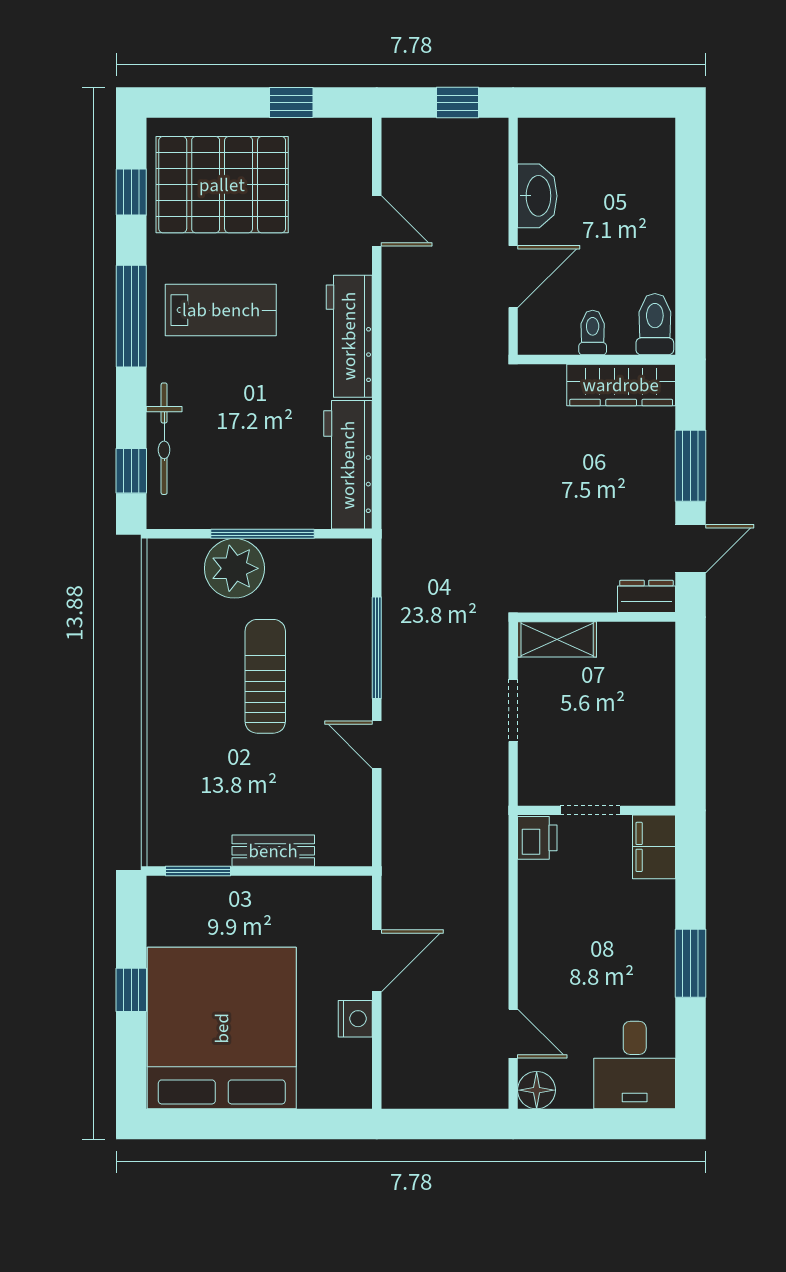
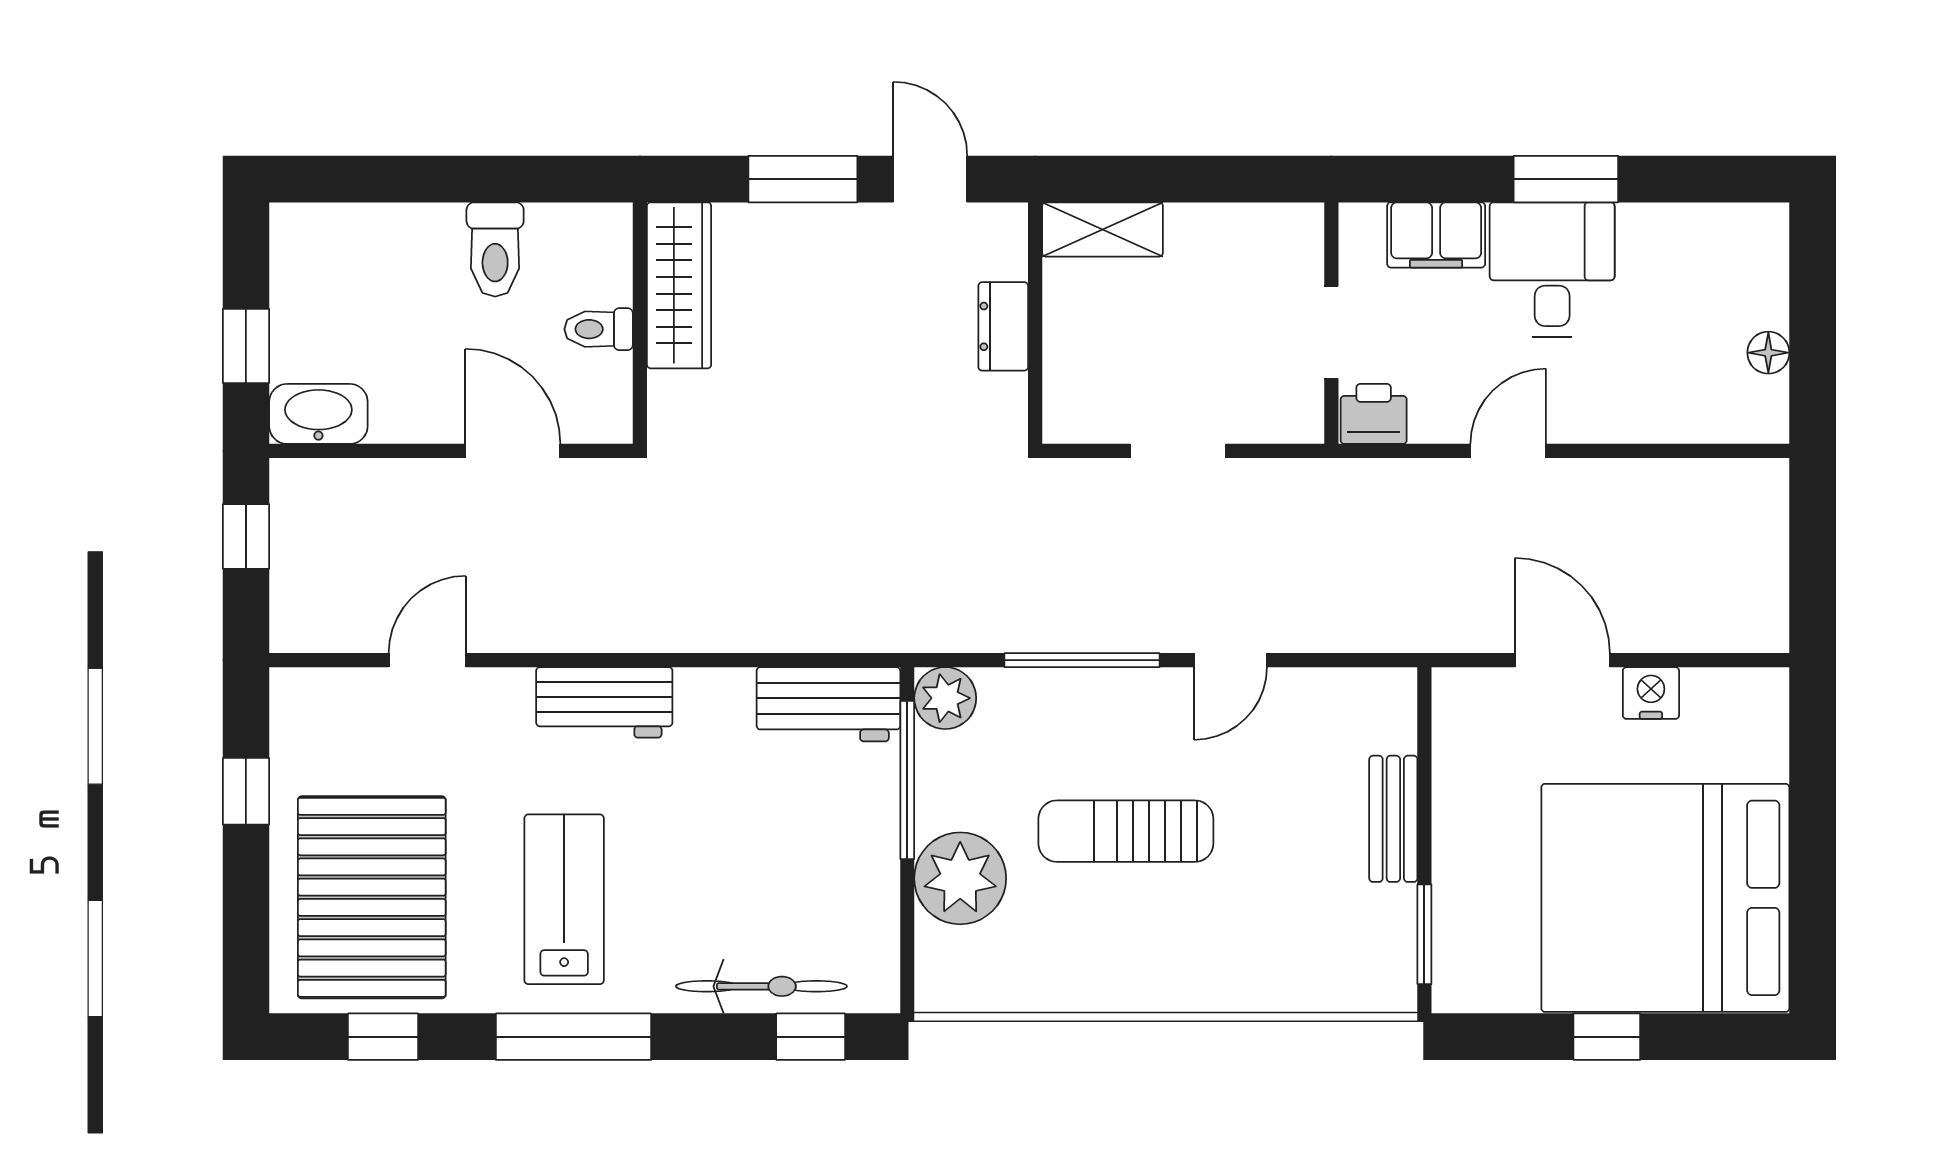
window: (582, 103) -> (246, 346), added
washbasin: (537, 196) -> (318, 414), moved
toilet: (655, 324) -> (495, 249), moved, turned -90
workbench: (349, 336) -> (604, 702), width x0.73
workbench: (348, 465) -> (828, 704), width x0.73
window: (263, 534) -> (907, 780), moved
plant: (352, 559) -> (945, 698), added
dresser: (646, 596) -> (1003, 326), moved
shelving: (557, 639) -> (1102, 229), moved, turned 90
filing cabinet: (654, 847) -> (1436, 235), moved
door: (513, 1034) -> (1508, 451), moved
desk: (635, 1065) -> (1552, 270), moved, turned -90
floor lamp: (537, 1090) -> (1768, 353), moved, width x0.73, depth x0.73

